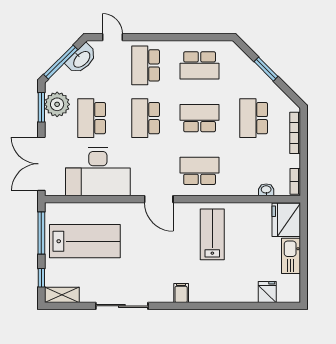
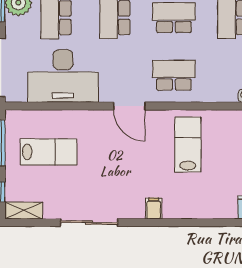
lab bench: (85, 241) -> (49, 152), width x0.73, depth x0.72

